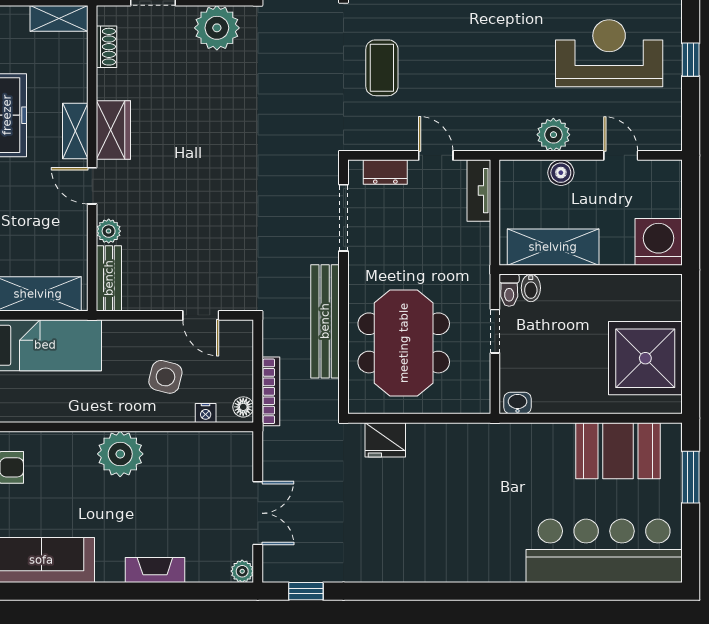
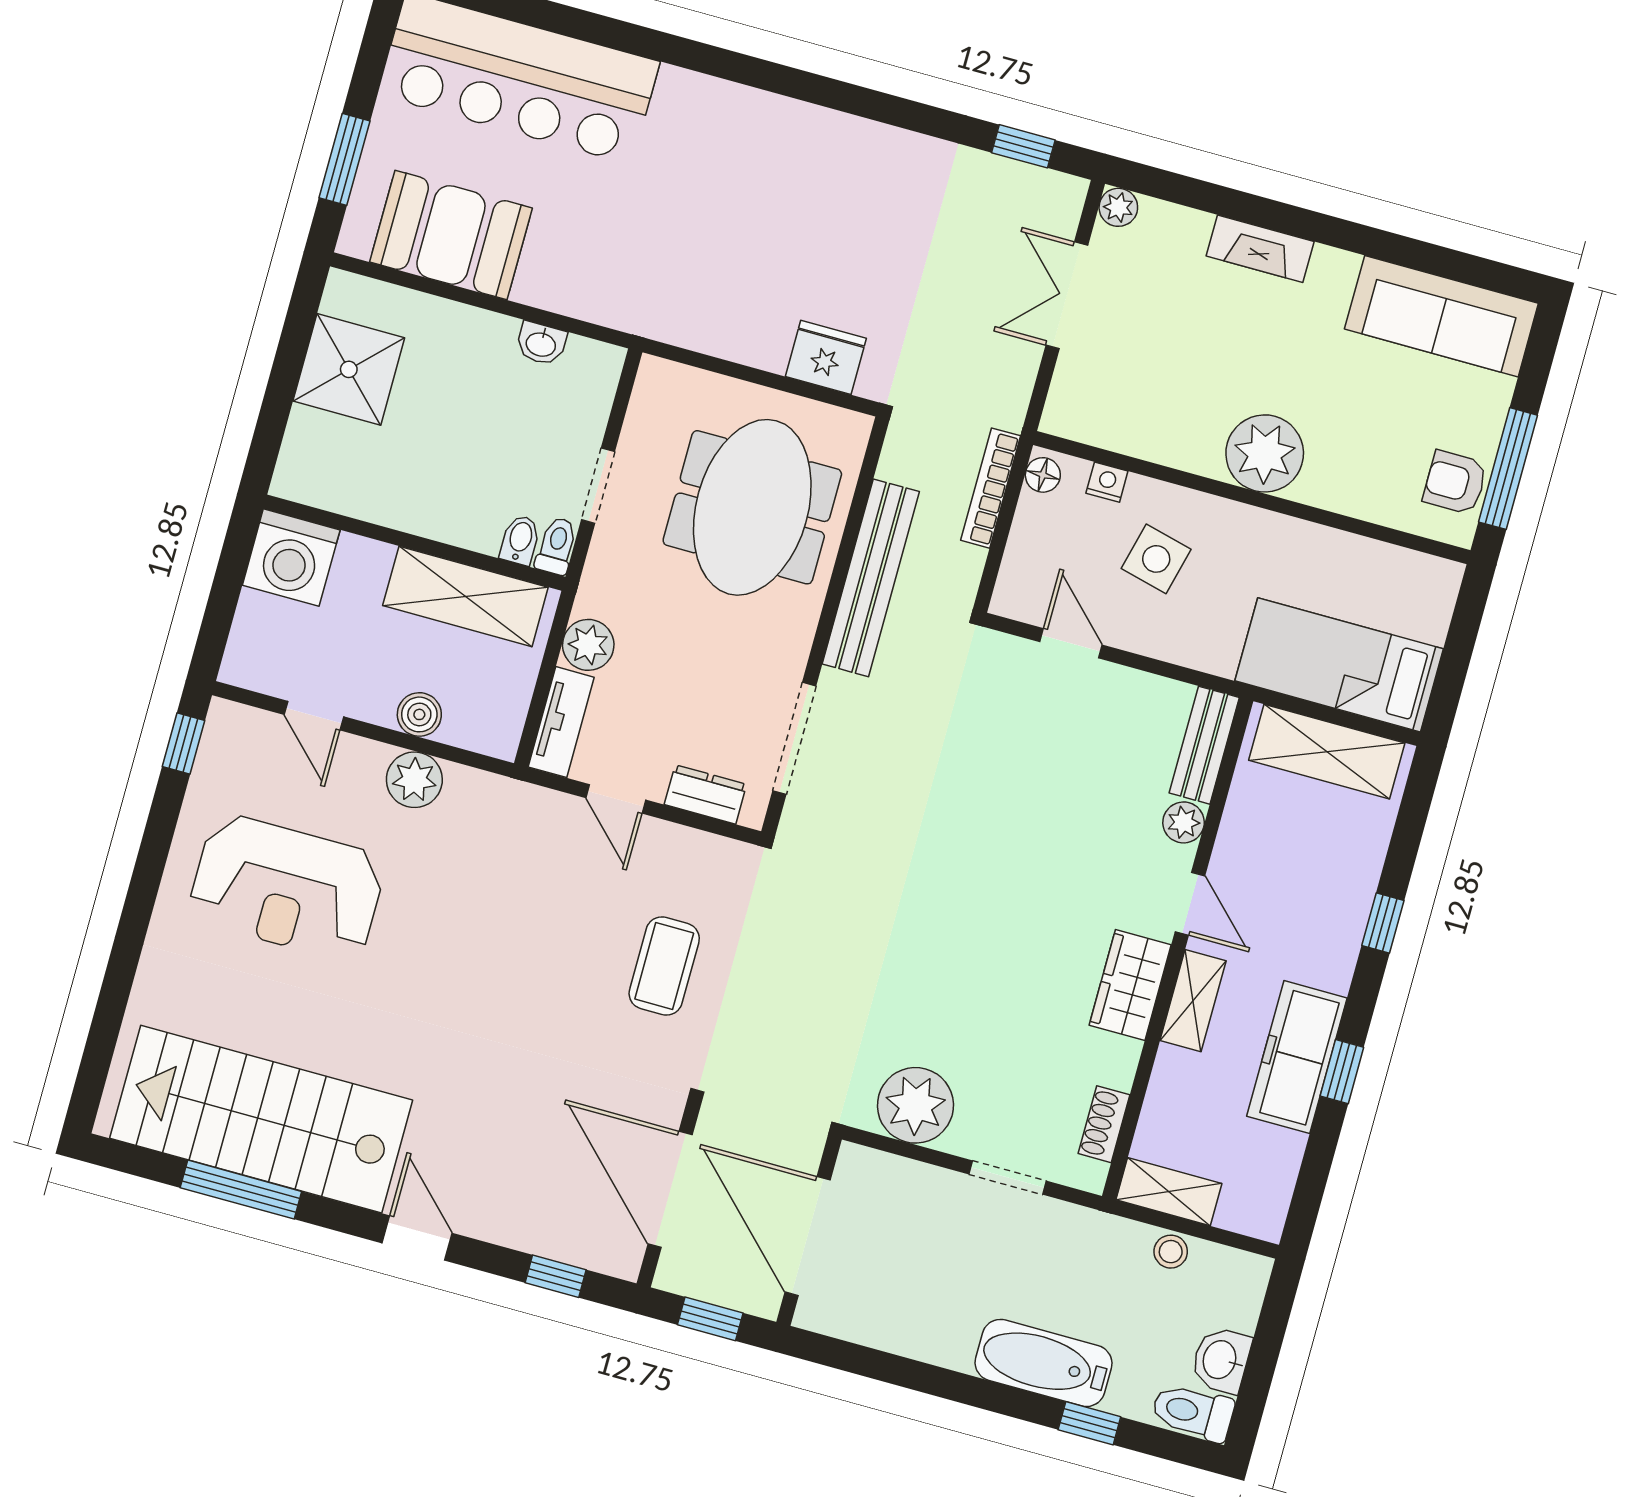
window: (691, 60) -> (184, 744), moved
plant: (476, 239) -> (588, 645), added
shower: (645, 358) -> (349, 369), width x0.73, depth x0.73
washbasin: (518, 403) -> (541, 344), moved

